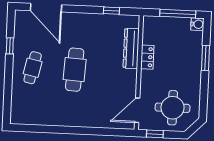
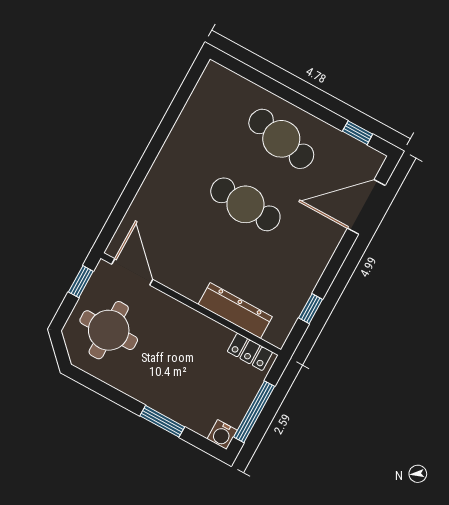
window: (10, 46) -> (358, 133), moved
locker: (147, 57) -> (250, 352), moved
cafe table: (33, 68) -> (281, 139), width x1.37, depth x1.35

